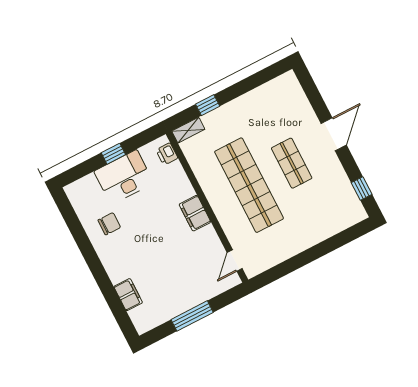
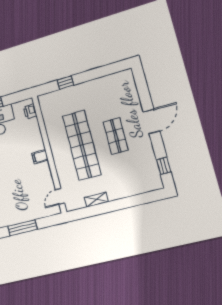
shelving: (188, 130) -> (96, 200), moved
filing cabinet: (195, 213) -> (40, 157), width x0.50

